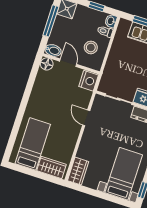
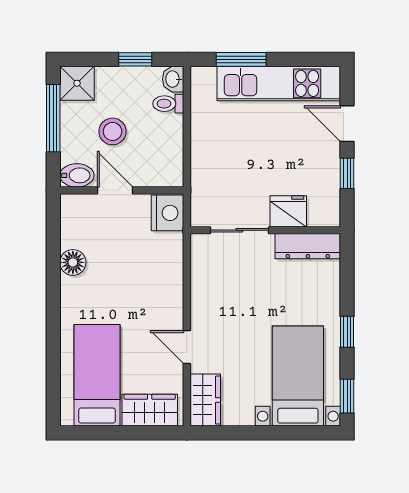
stool: (91, 47) -> (112, 131), moved
floor lamp: (47, 64) -> (73, 262), moved
door: (86, 118) -> (187, 347), moved

